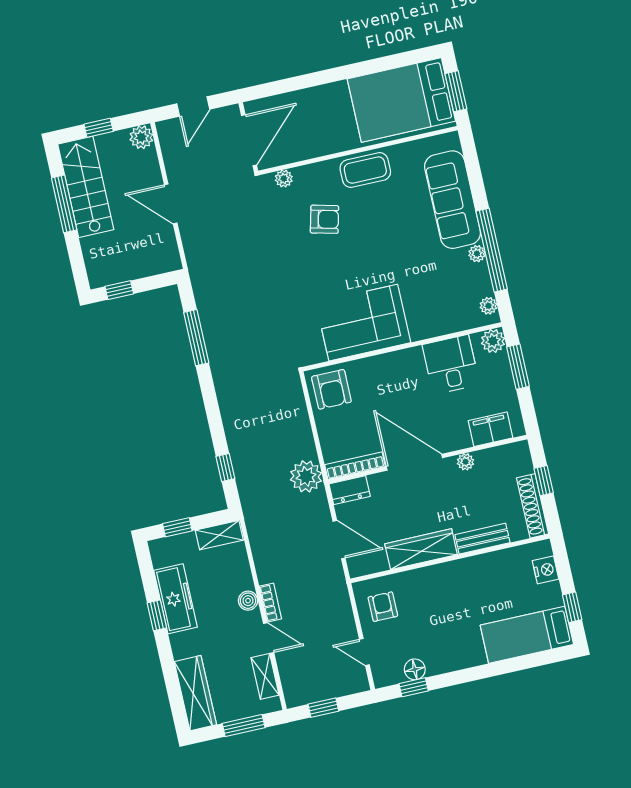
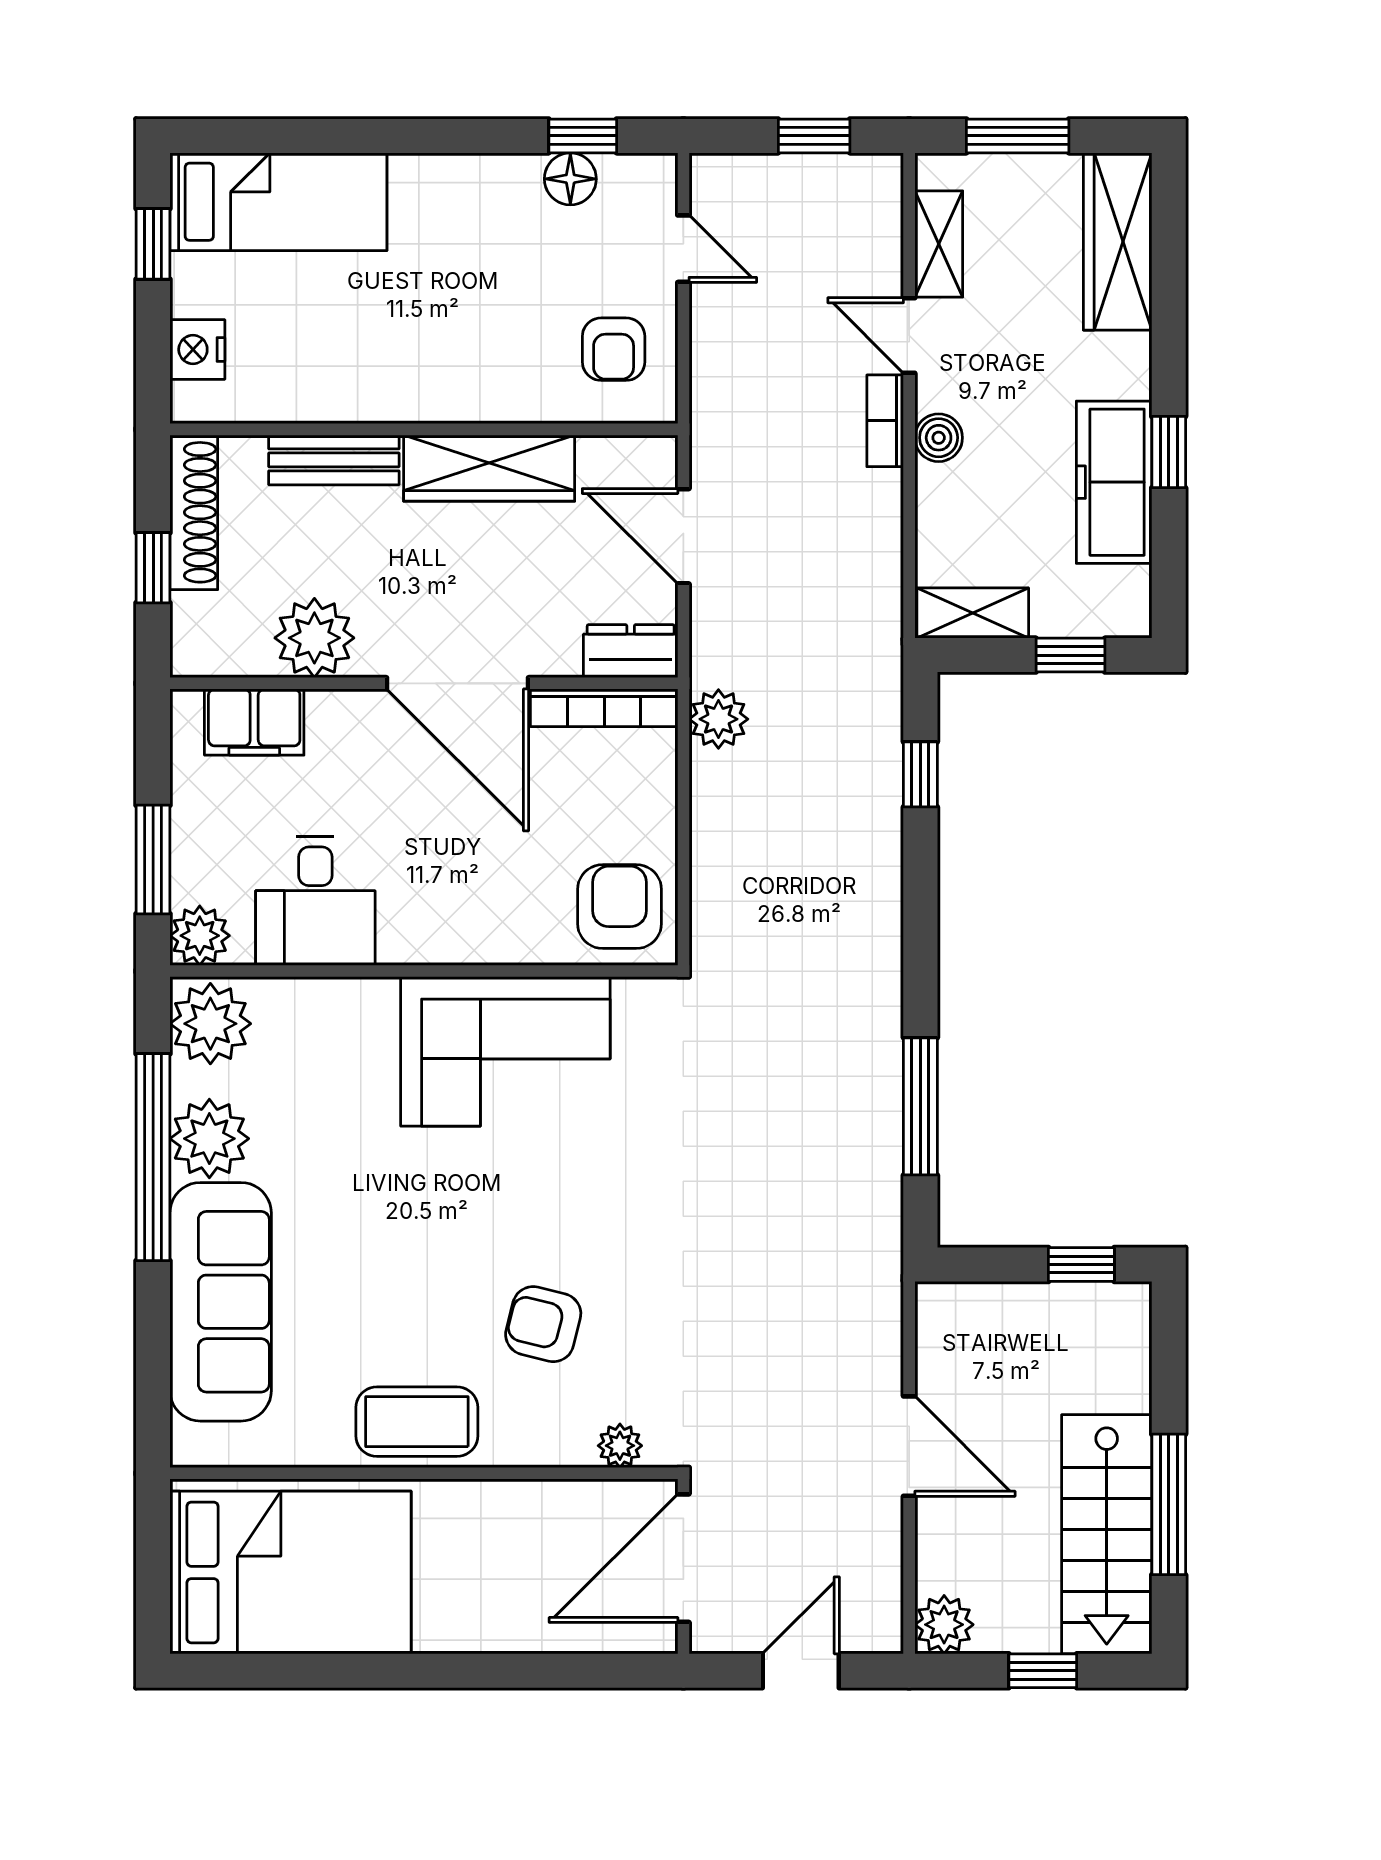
window: (456, 91) -> (153, 1564), removed
plant: (477, 254) -> (209, 1139), width x1.88, depth x1.88
plant: (488, 306) -> (210, 1024), width x1.87, depth x1.87
plant: (465, 462) -> (314, 638), width x1.87, depth x1.87
plant: (306, 476) -> (718, 719), width x0.73, depth x0.73

